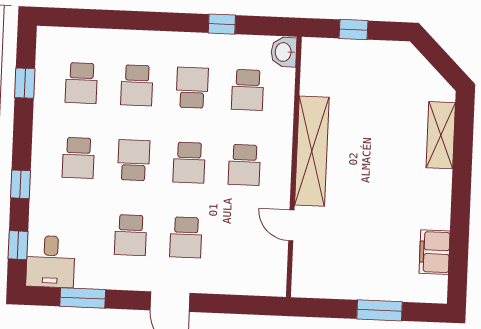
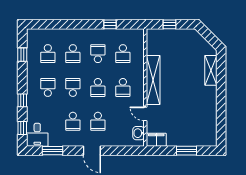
washbasin: (284, 52) -> (139, 133), moved
school desk: (78, 158) -> (48, 87), turned 180
filing cabinet: (435, 252) -> (156, 140), moved, turned 90

